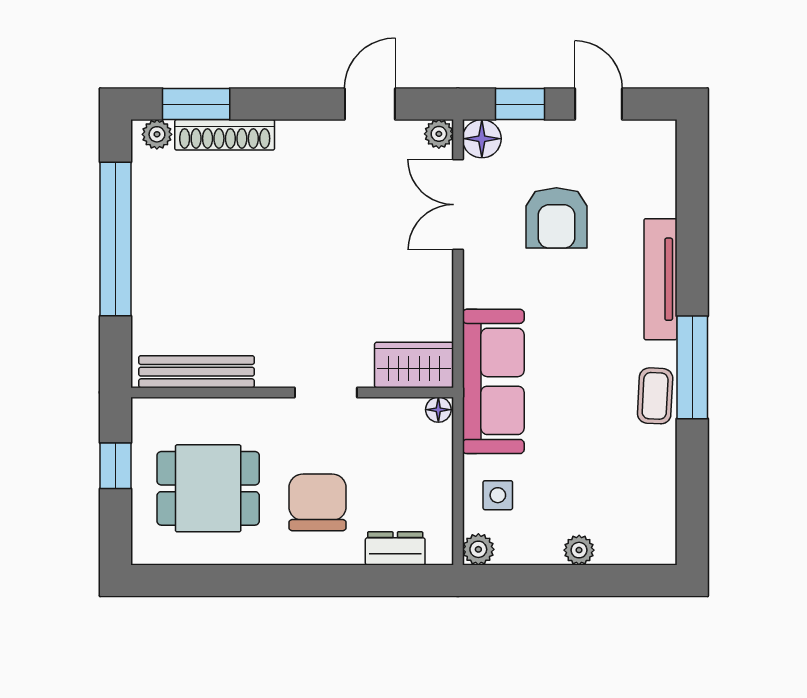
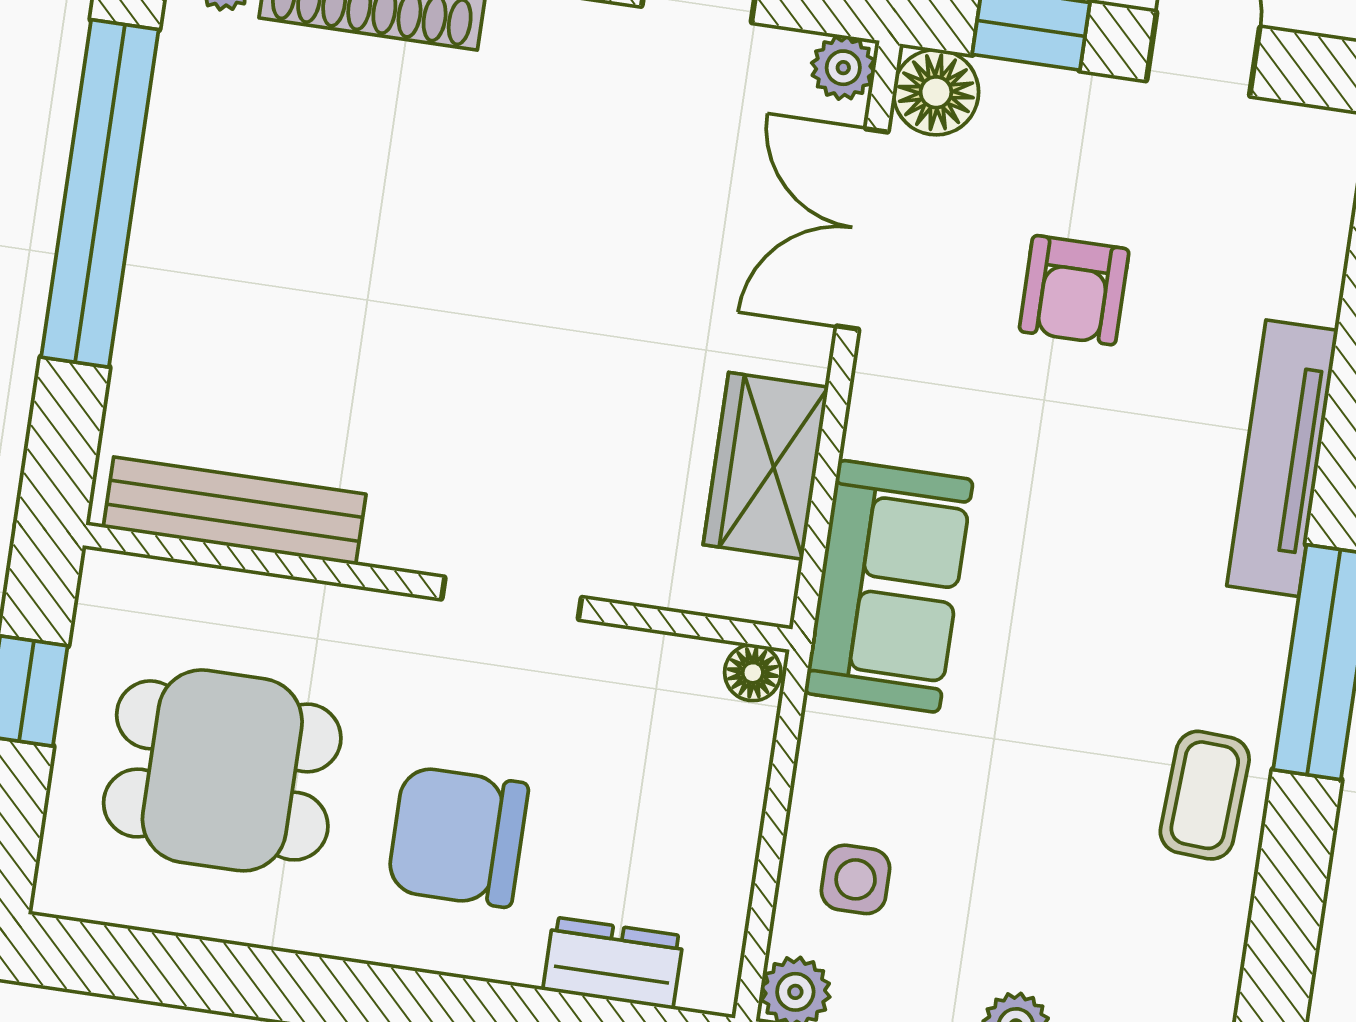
armchair: (556, 218) -> (1074, 290), width x0.72, depth x0.72
wardrobe: (414, 365) -> (766, 466), moved, turned -90
sofa: (493, 381) -> (889, 586), width x0.73
coffee table: (655, 396) -> (1205, 795), moved
chair: (317, 502) -> (458, 837), turned -90

